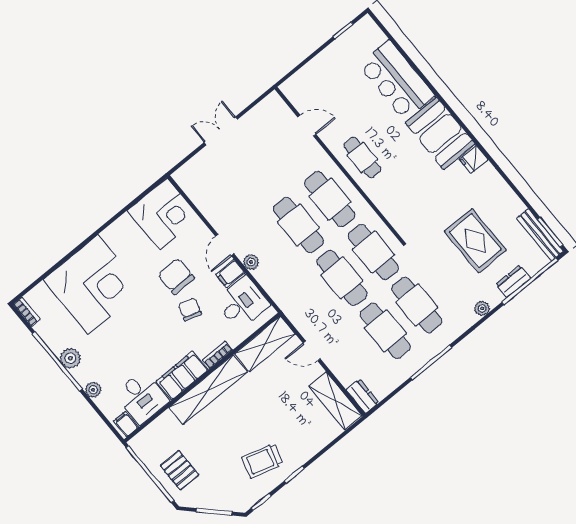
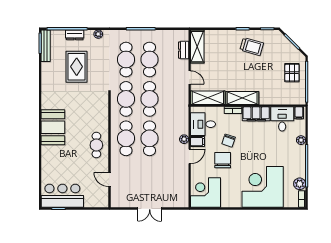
bar counter: (397, 80) -> (62, 196), moved, turned -90
fridge: (474, 159) -> (48, 103), removed
chair: (176, 276) -> (223, 160), turned 180
plant: (70, 358) -> (300, 184), moved
shelving: (208, 390) -> (242, 98), width x0.68
dresser: (363, 396) -> (184, 50), moved

